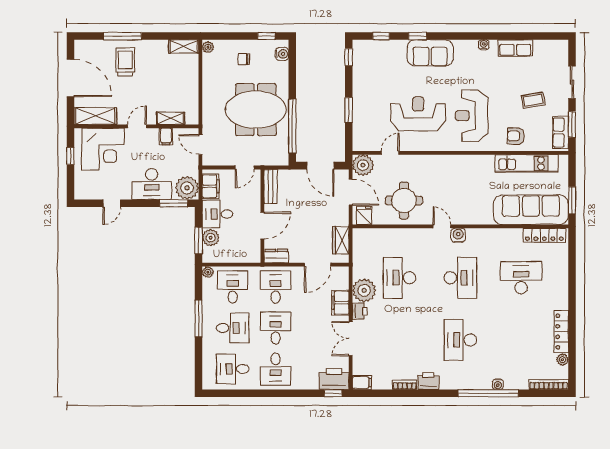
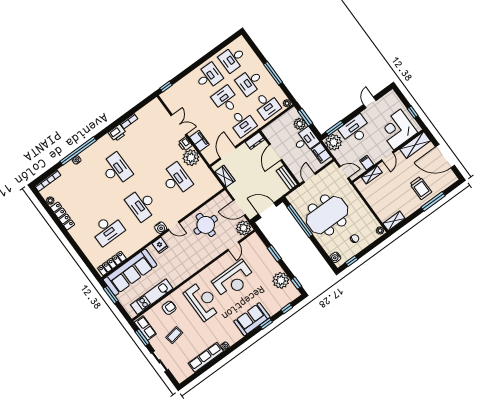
row of seats: (515, 48) -> (206, 357), width x1.48
plant: (364, 73) -> (281, 280), added
fridge: (364, 215) -> (160, 245), moved
desk: (276, 328) -> (226, 100), turned 180
desk: (233, 369) -> (233, 59), turned 180
desk: (276, 369) -> (209, 77), turned 90
printer: (334, 379) -> (171, 95), removed
filing cabinet: (362, 382) -> (154, 105), removed

